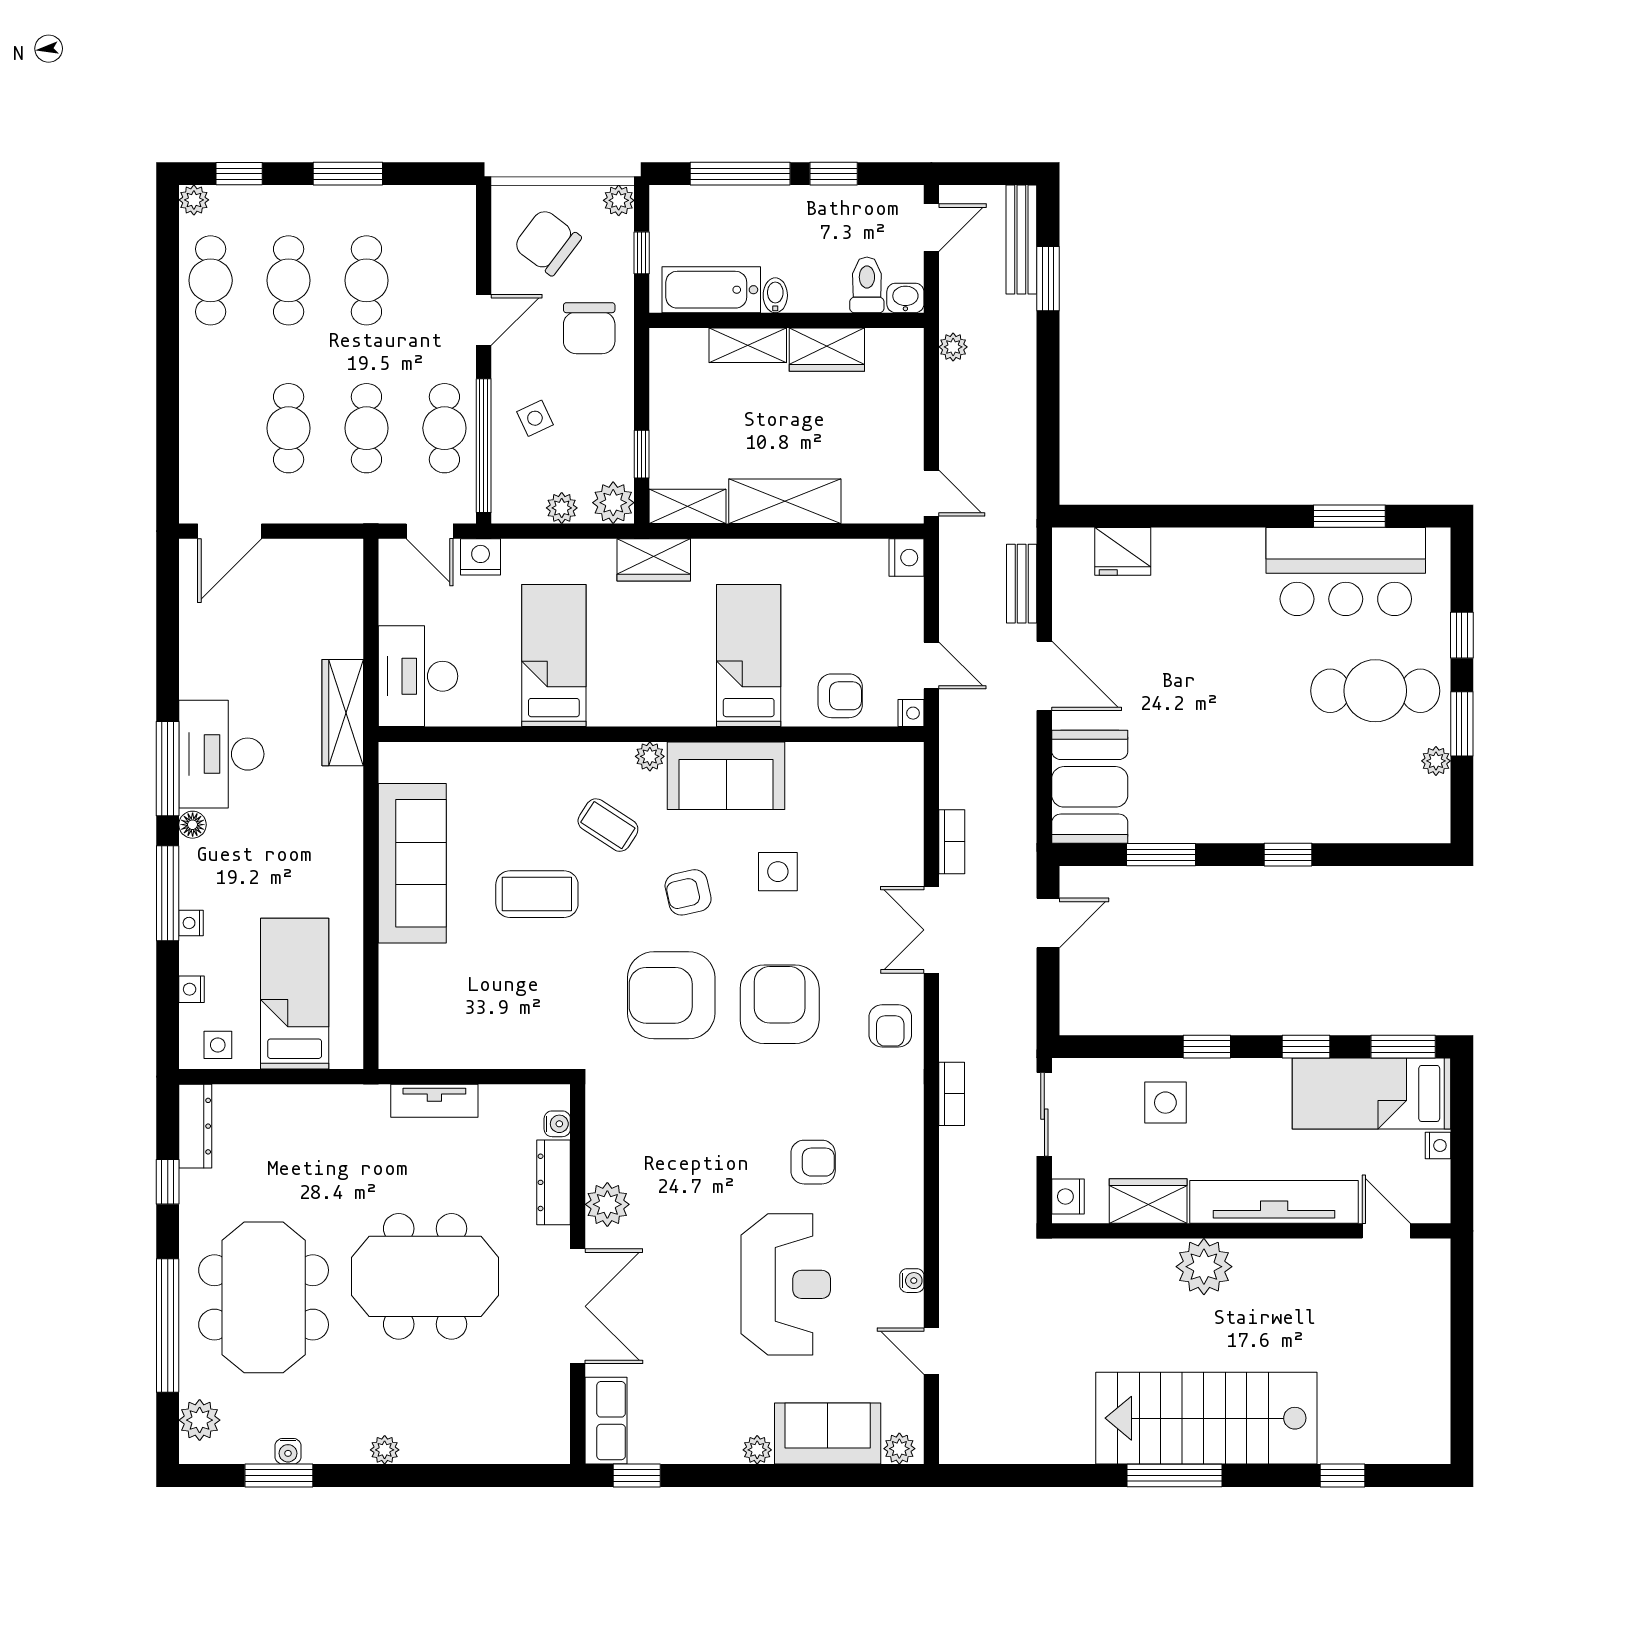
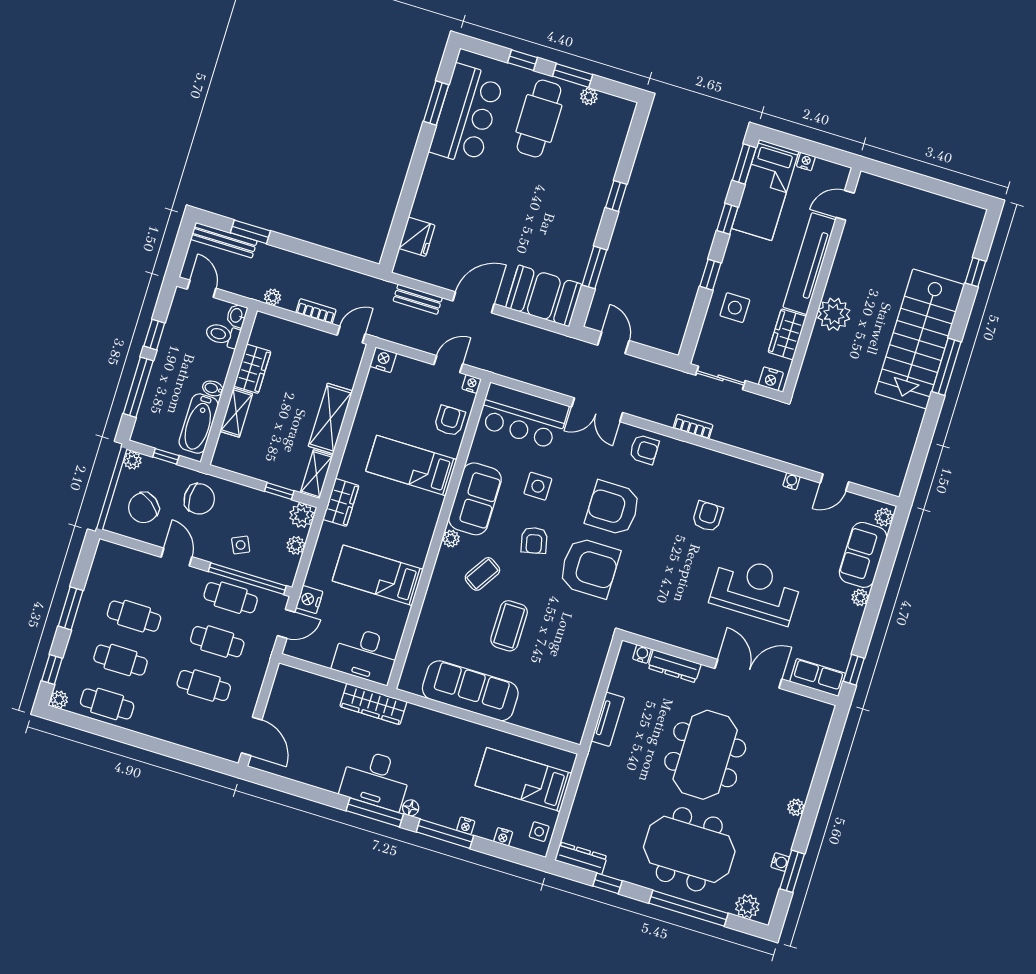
bar counter: (885, 813) -> (523, 416), added
bookcase: (952, 842) -> (316, 311), moved
armchair: (671, 995) -> (589, 568), turned -90
plant: (607, 1204) -> (696, 640), removed
reception desk: (786, 1284) -> (756, 590), moved

